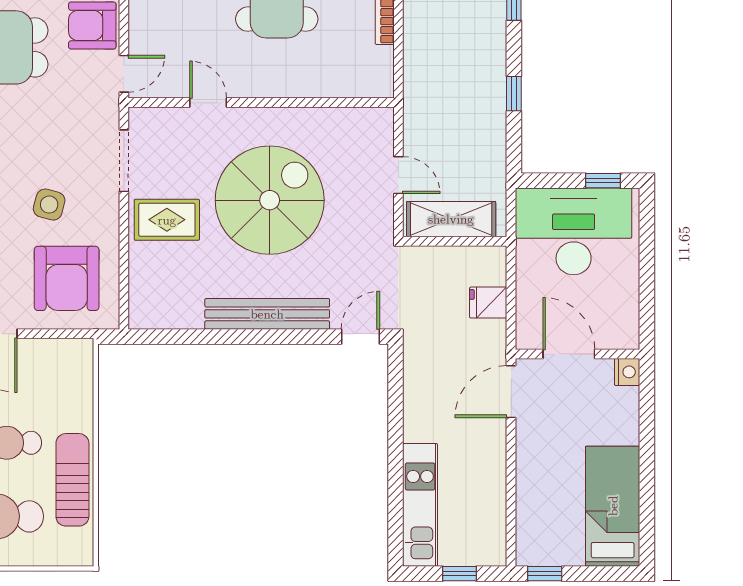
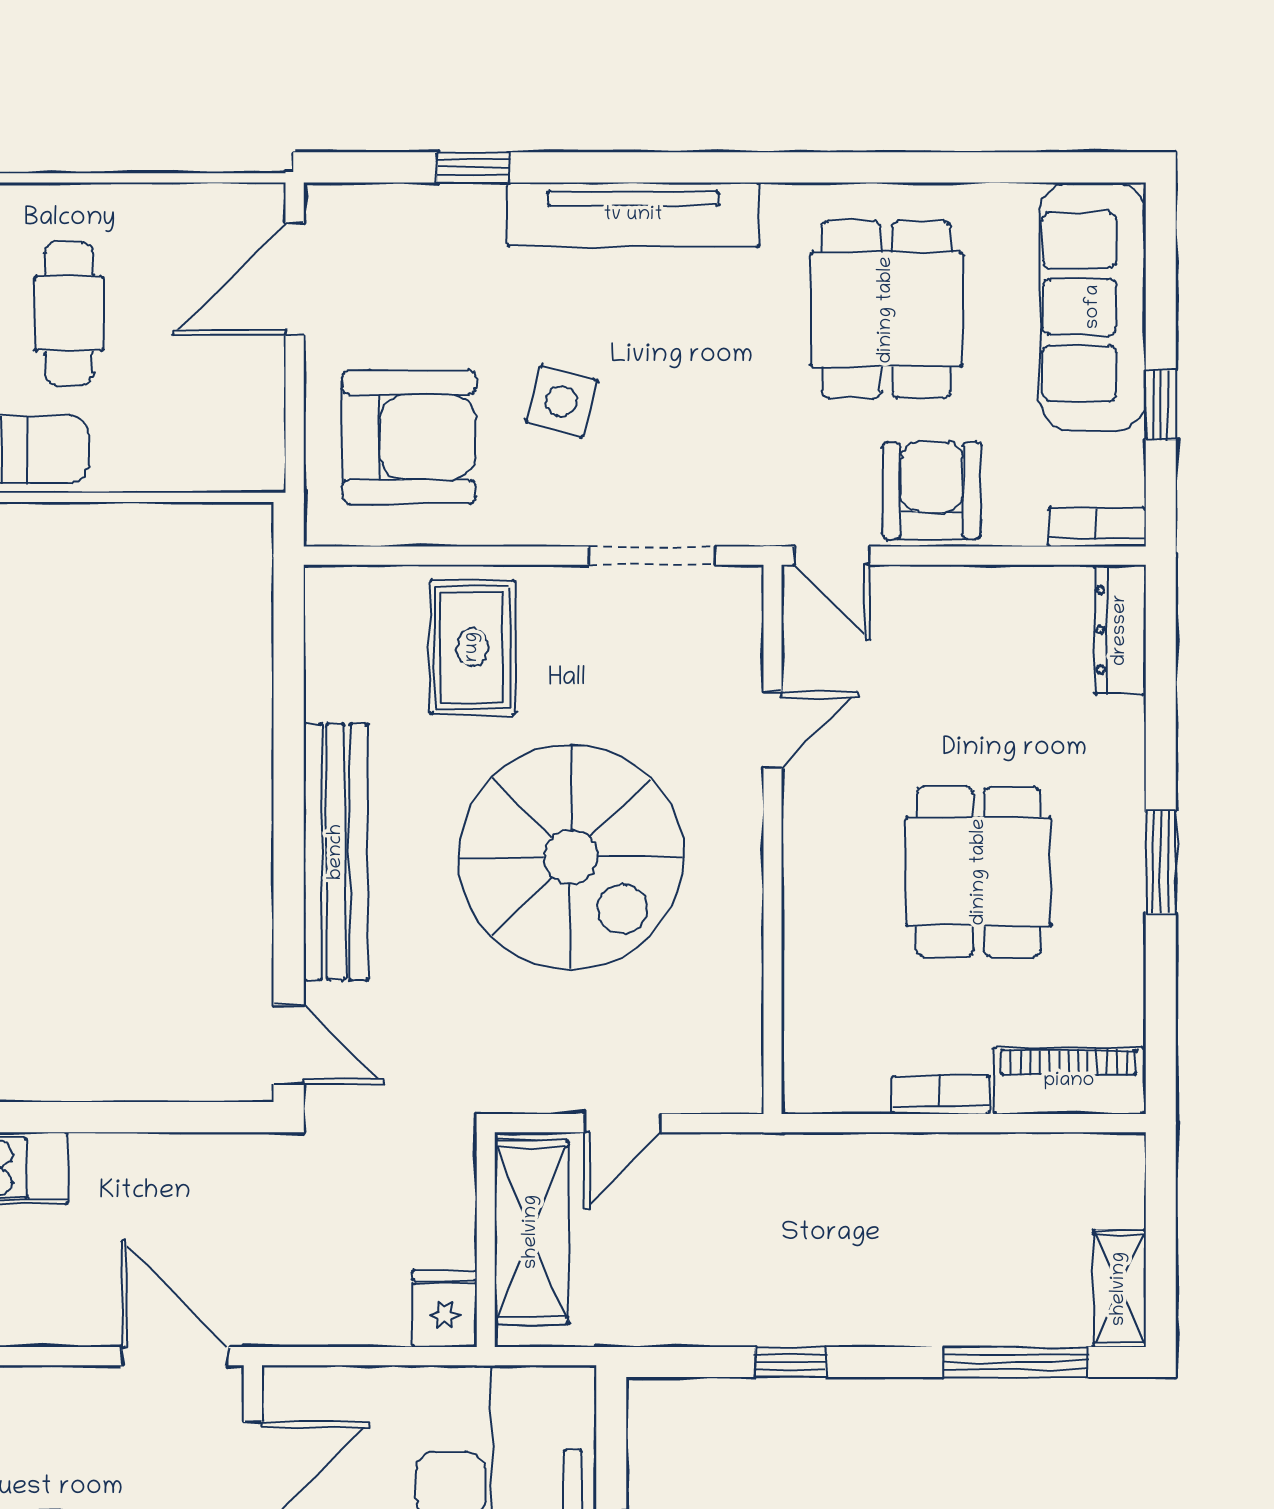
rug: (167, 220) -> (472, 647), moved
armchair: (67, 278) -> (409, 437), turned 180
fridge: (488, 303) -> (445, 1309), moved

